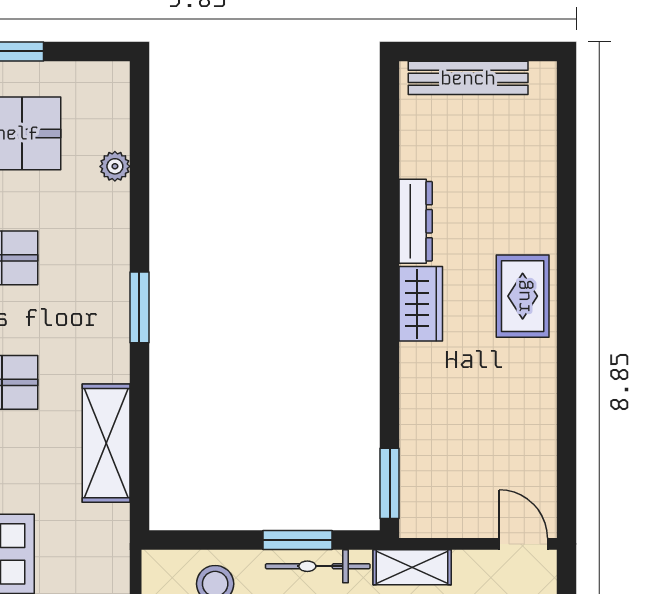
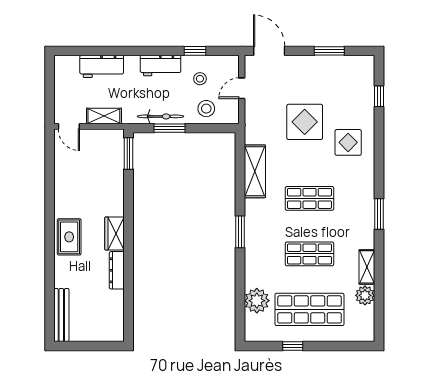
bench: (468, 78) -> (61, 315), moved, turned 90
plant: (115, 166) -> (257, 301), width x1.87, depth x1.87
shelving: (412, 567) -> (104, 116), moved

